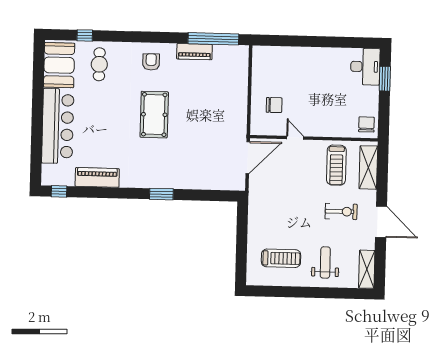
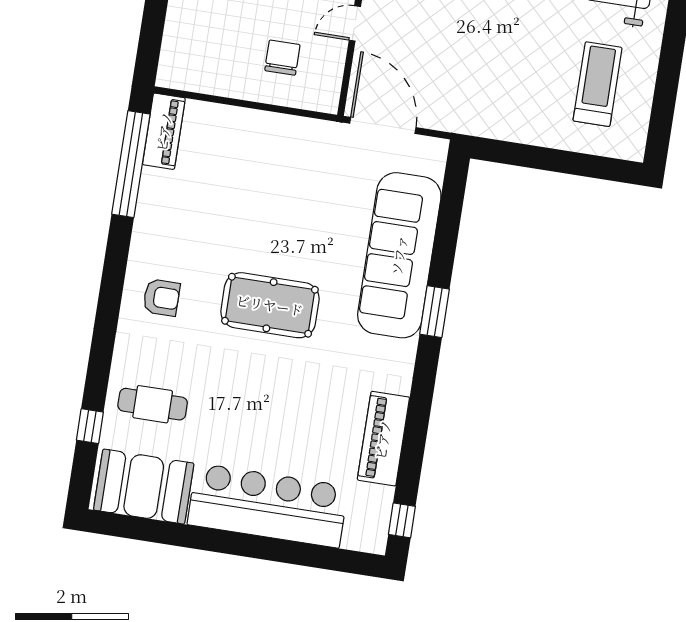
piano: (194, 52) -> (164, 131), moved
armchair: (151, 62) -> (162, 298), turned 180
sofa: (186, 174) -> (399, 255), added

